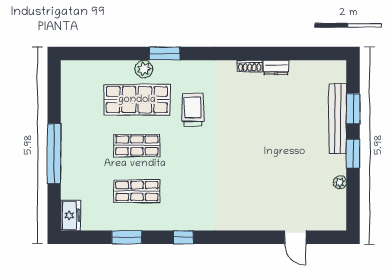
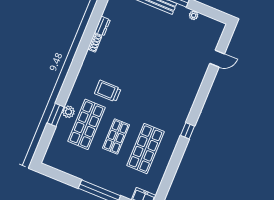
window: (165, 54) -> (56, 115), moved
shop shelf: (137, 191) -> (145, 149), width x1.43, depth x1.36
window: (127, 237) -> (173, 167), removed

